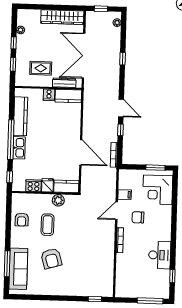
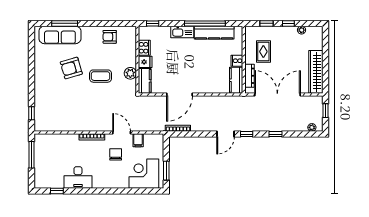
window: (120, 130) -> (247, 134), moved
window: (11, 140) -> (205, 23), moved
coffee table: (48, 225) -> (101, 76), moved
window: (150, 301) -> (31, 155), moved

